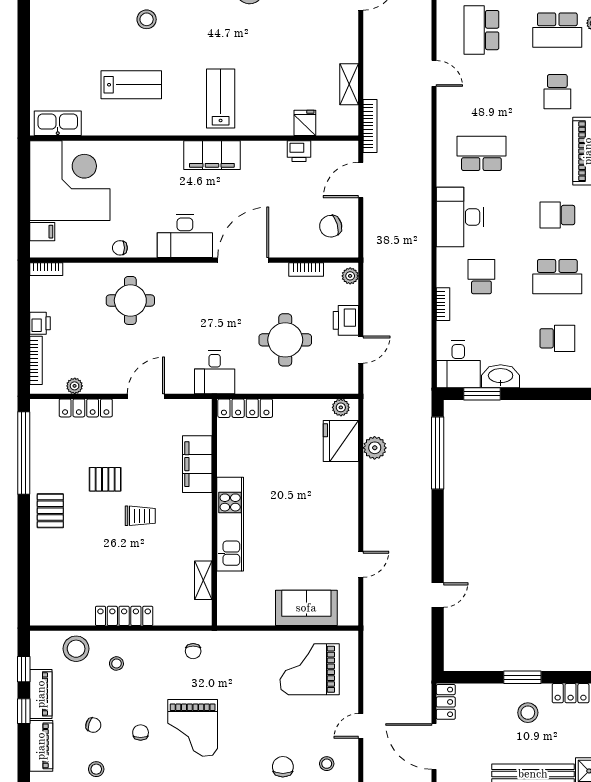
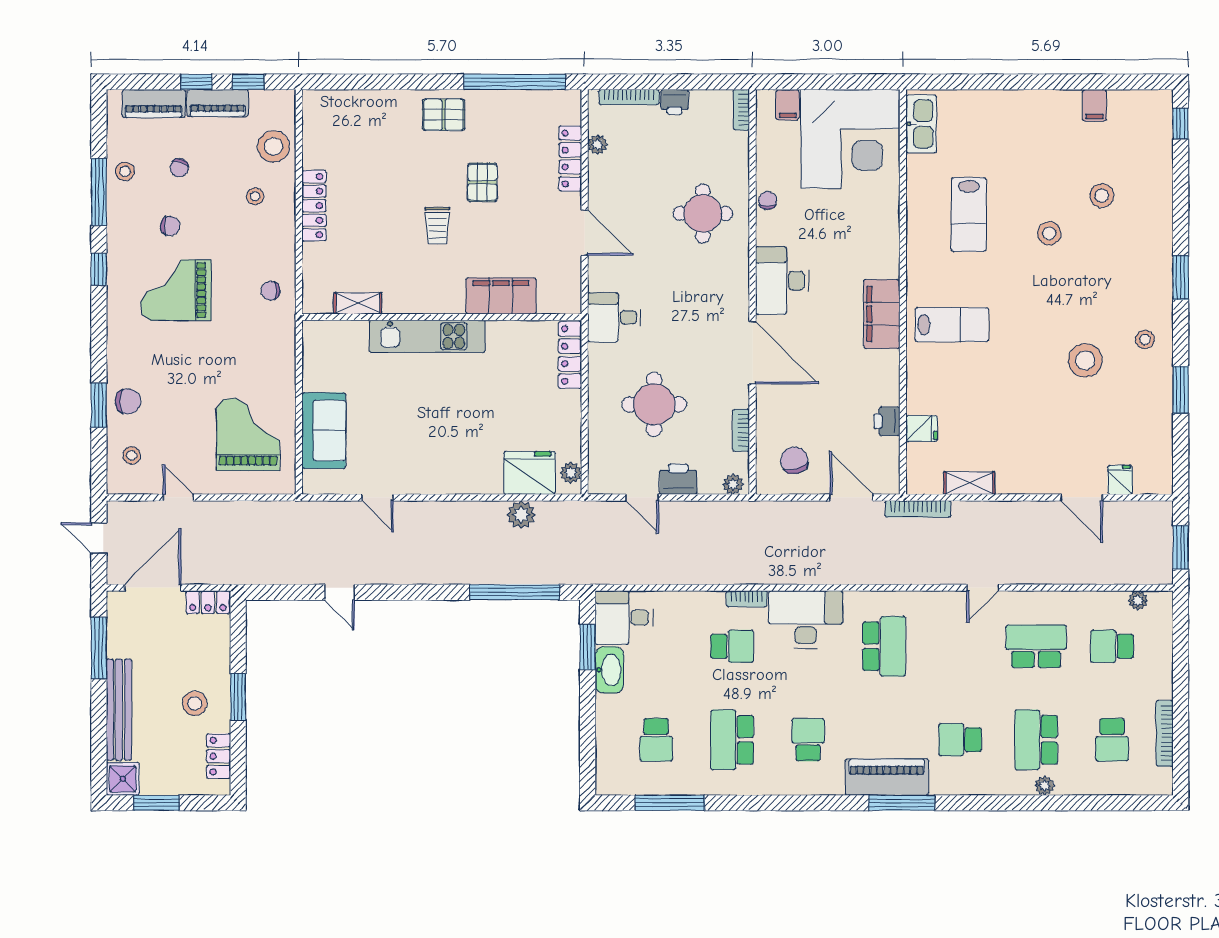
bookcase: (443, 304) -> (747, 599), moved

